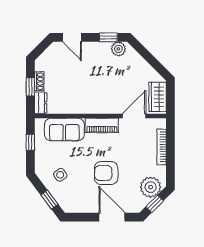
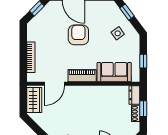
armchair: (106, 173) -> (78, 35), turned -90
plant: (151, 187) -> (40, 23), removed

